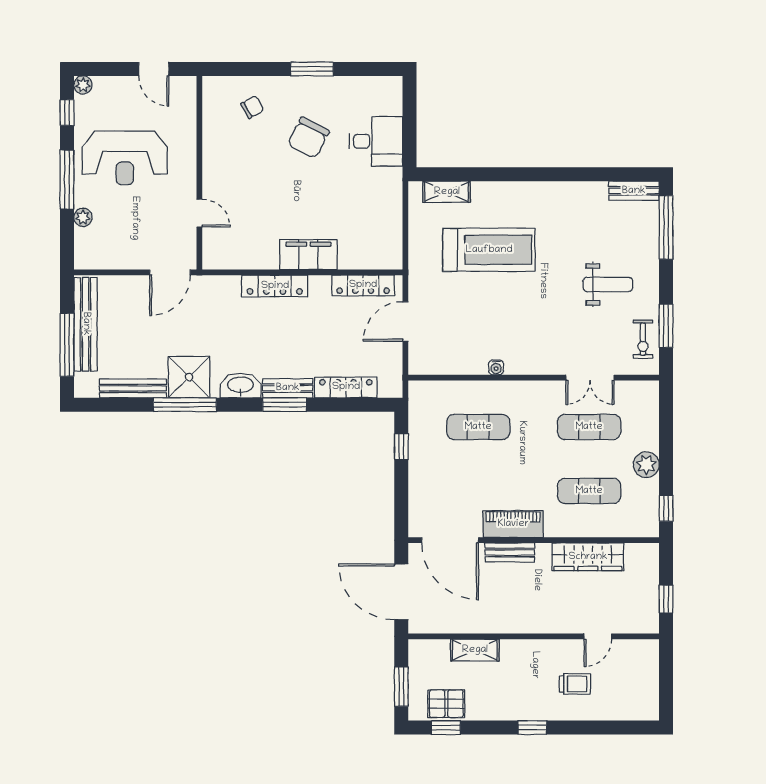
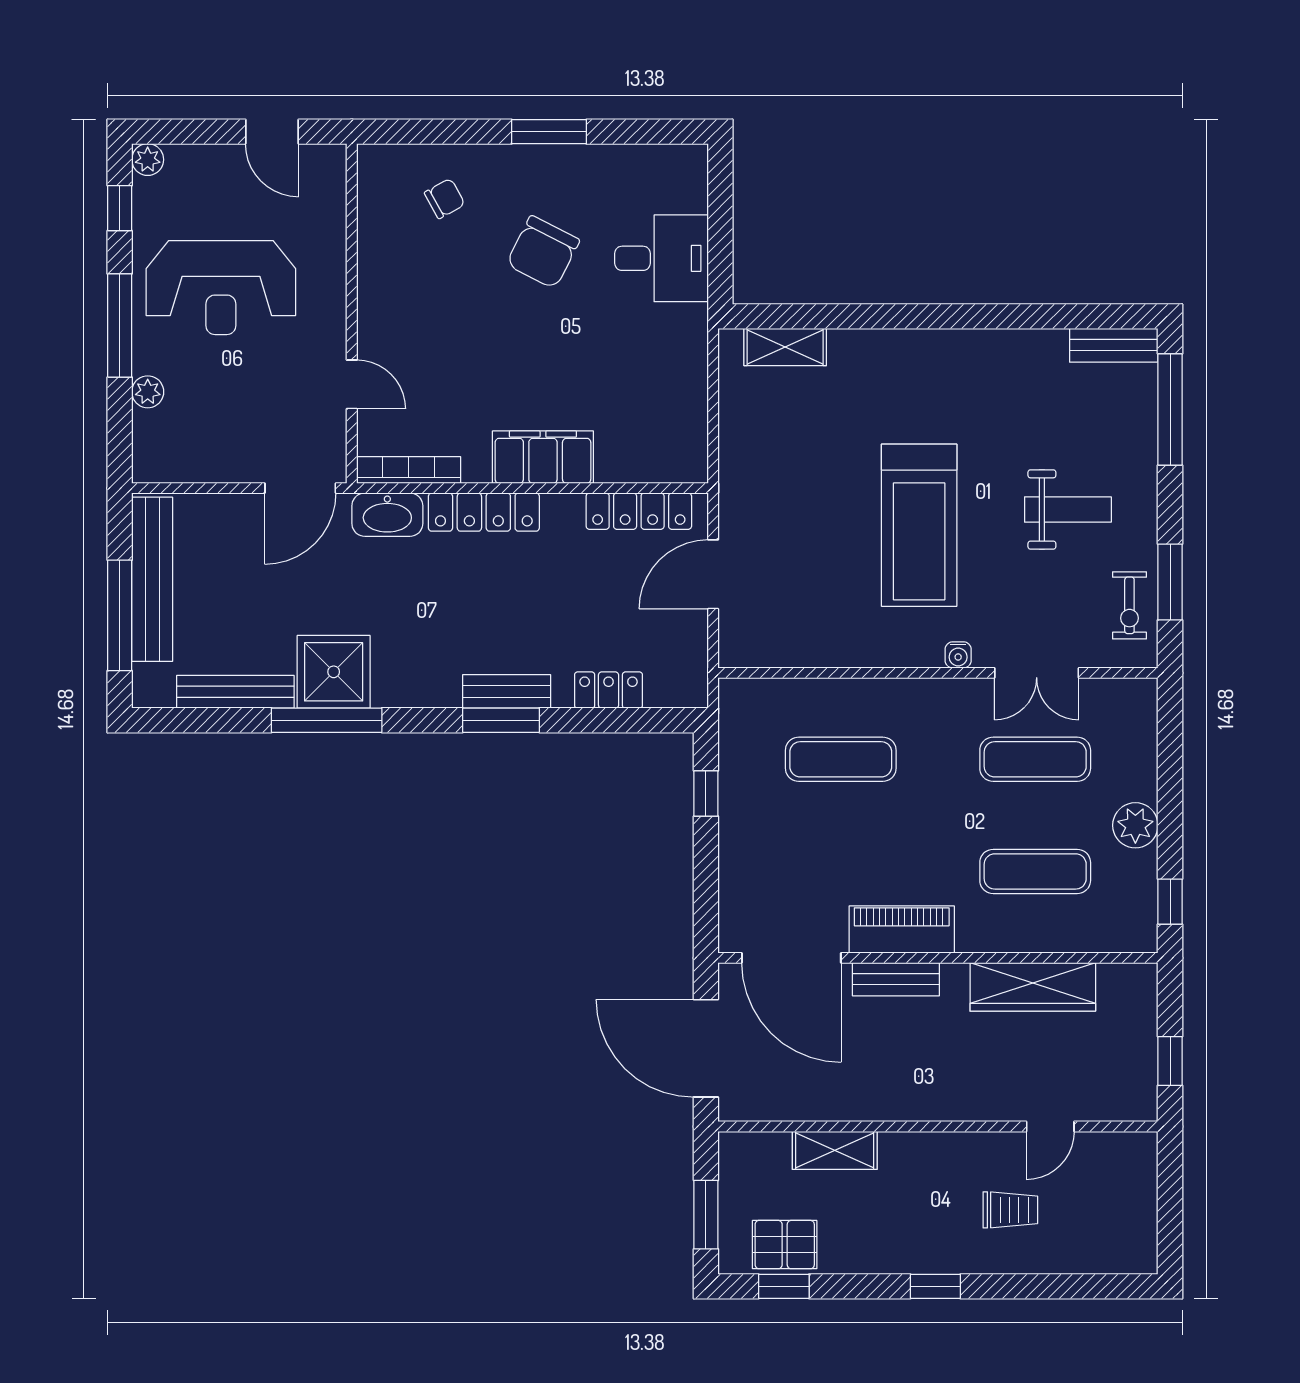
treadmill: (489, 250) -> (919, 525), moved, turned 90
bookcase: (232, 262) -> (409, 470), added
water cooler: (496, 367) -> (958, 655), moved
washbasin: (241, 385) -> (387, 515), moved, turned 180
locker: (346, 387) -> (609, 690), width x0.66

